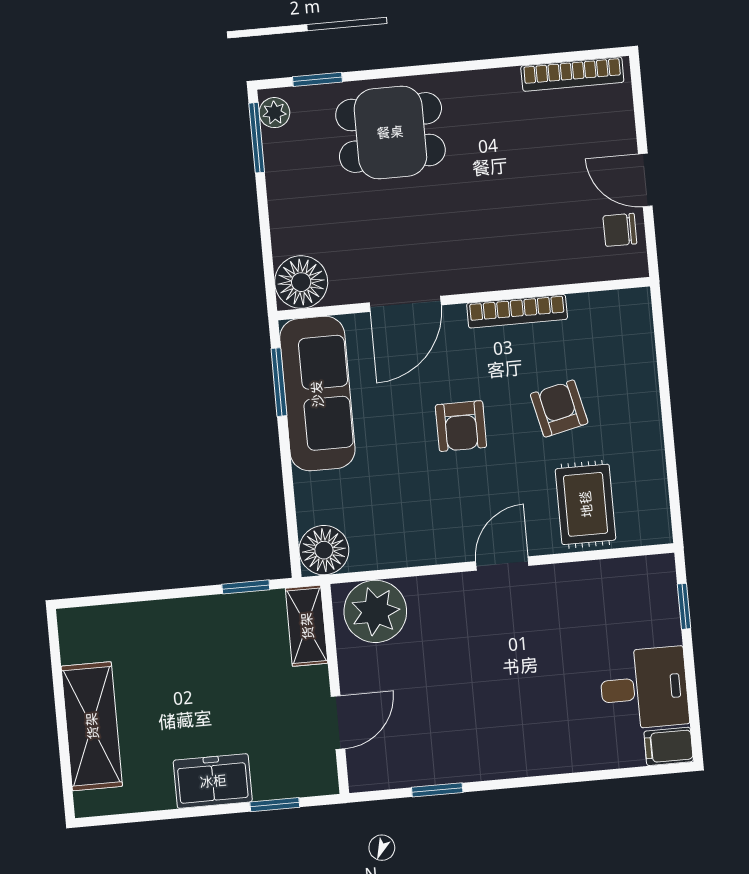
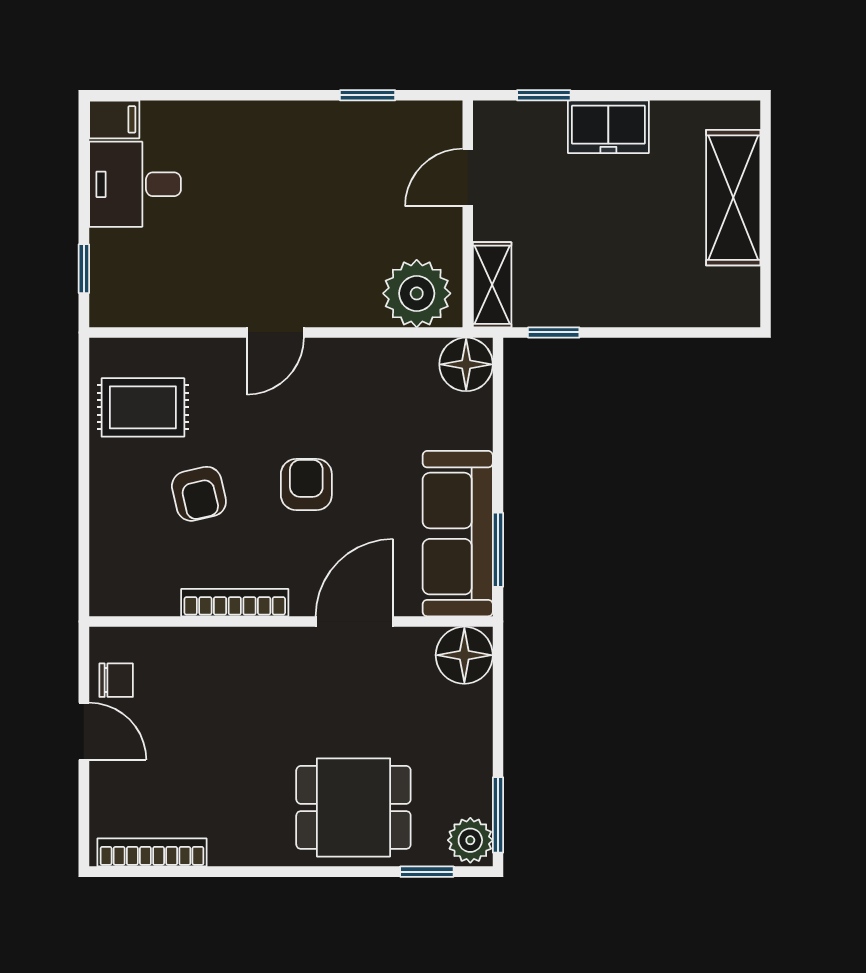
plant: (274, 113) -> (470, 840), width x1.38, depth x1.38
rug: (586, 504) -> (143, 407), moved, turned 90

